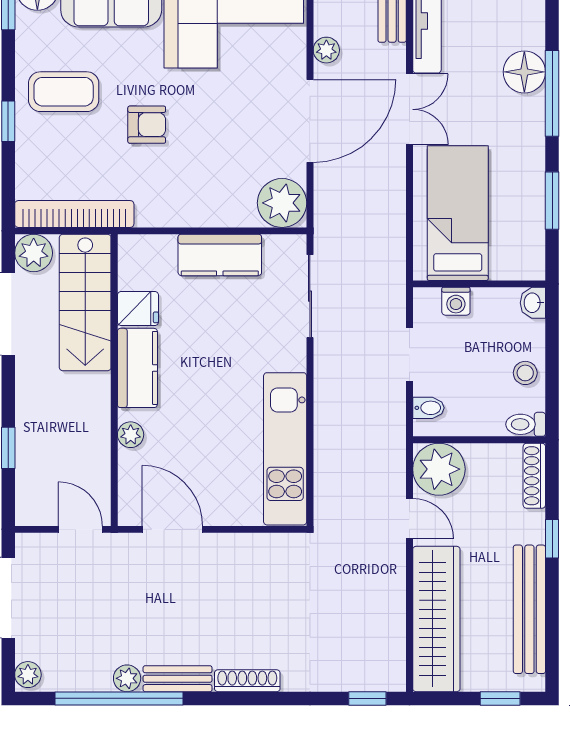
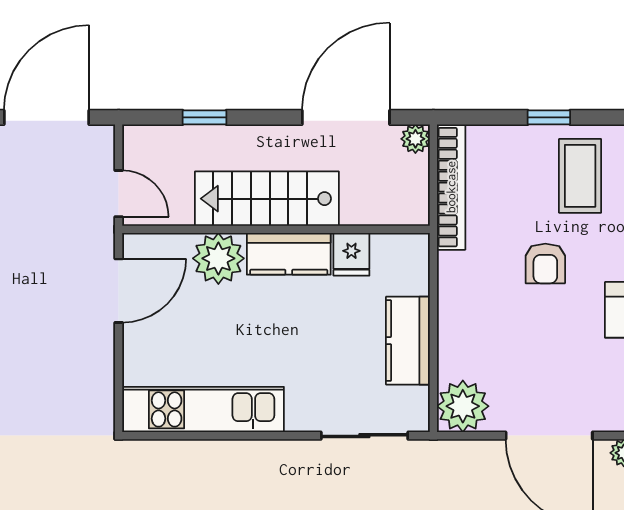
plant: (34, 253) -> (415, 139), width x0.73, depth x0.73
stairs: (85, 303) -> (267, 199), moved
plant: (131, 435) -> (218, 258), width x1.87, depth x1.87
door: (80, 529) -> (119, 194), hinge flipped

